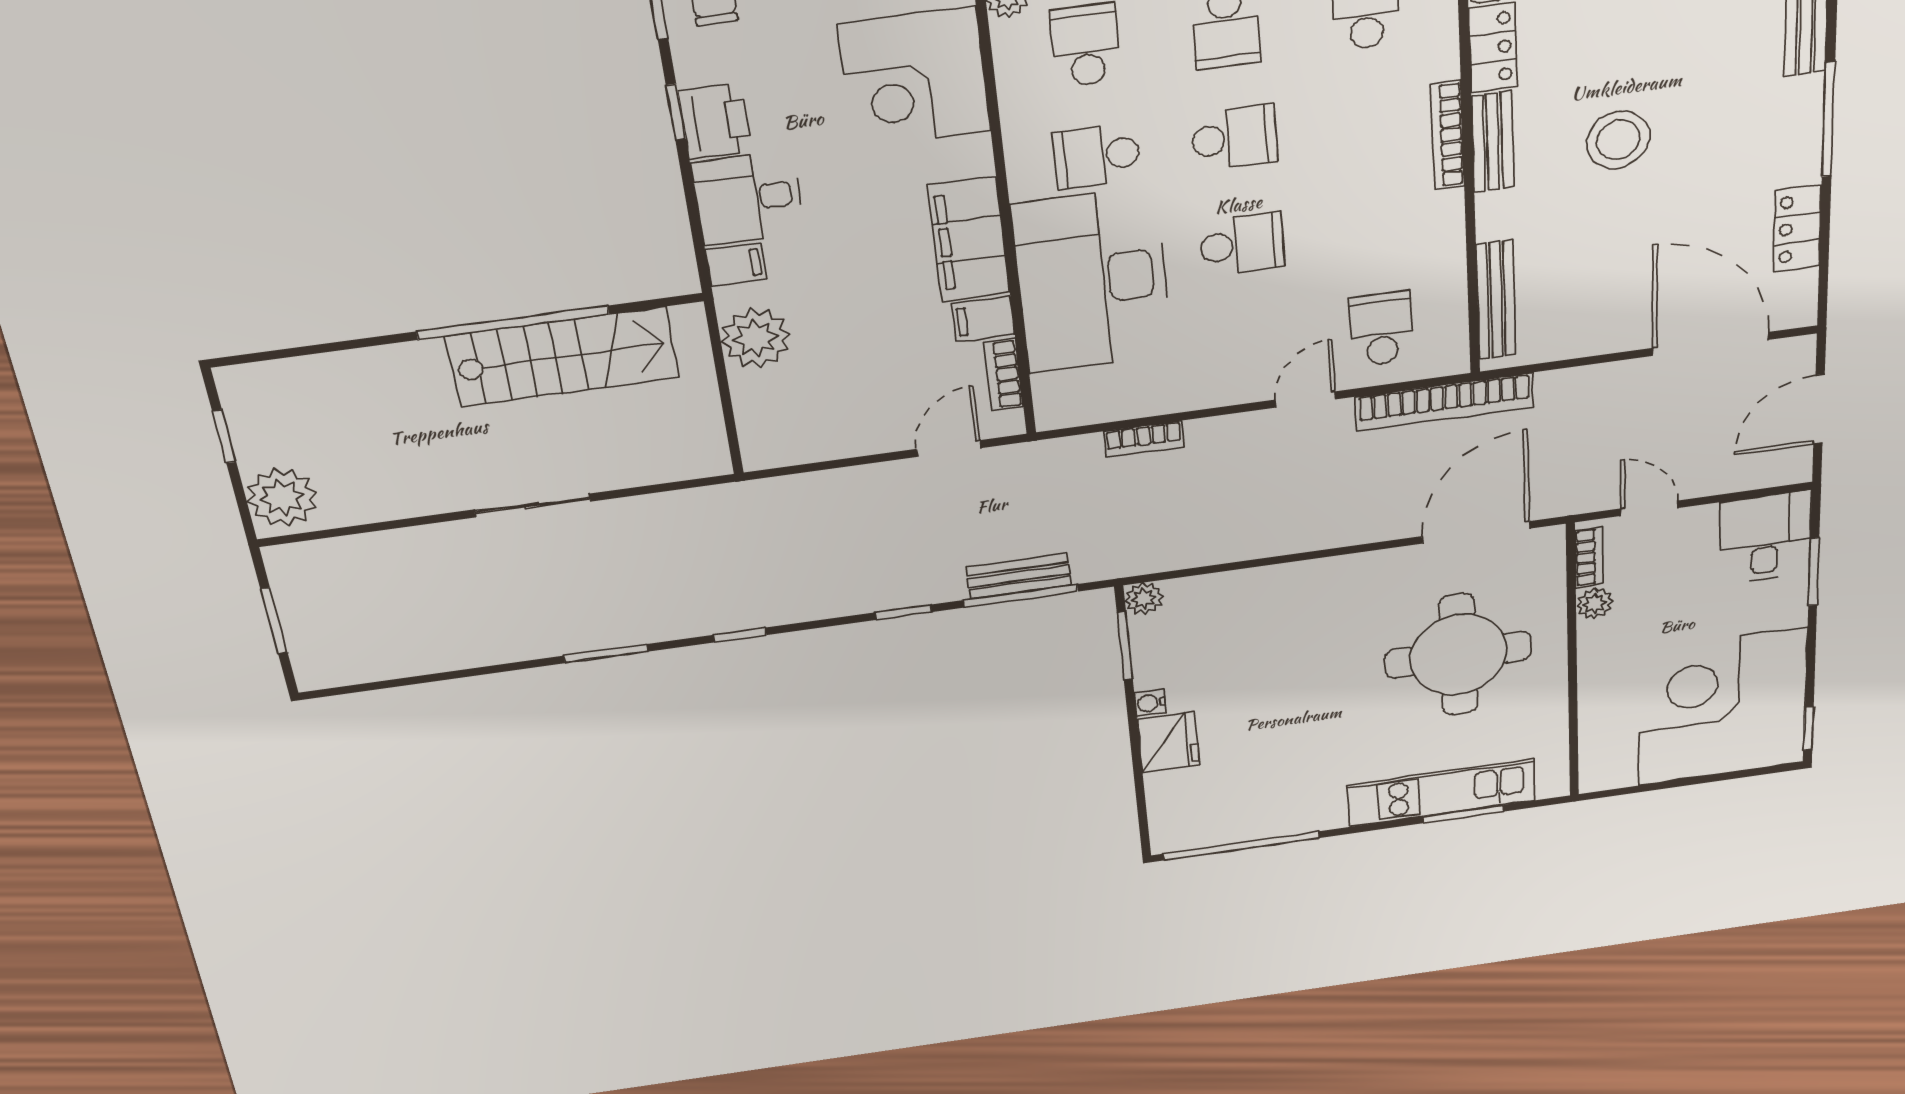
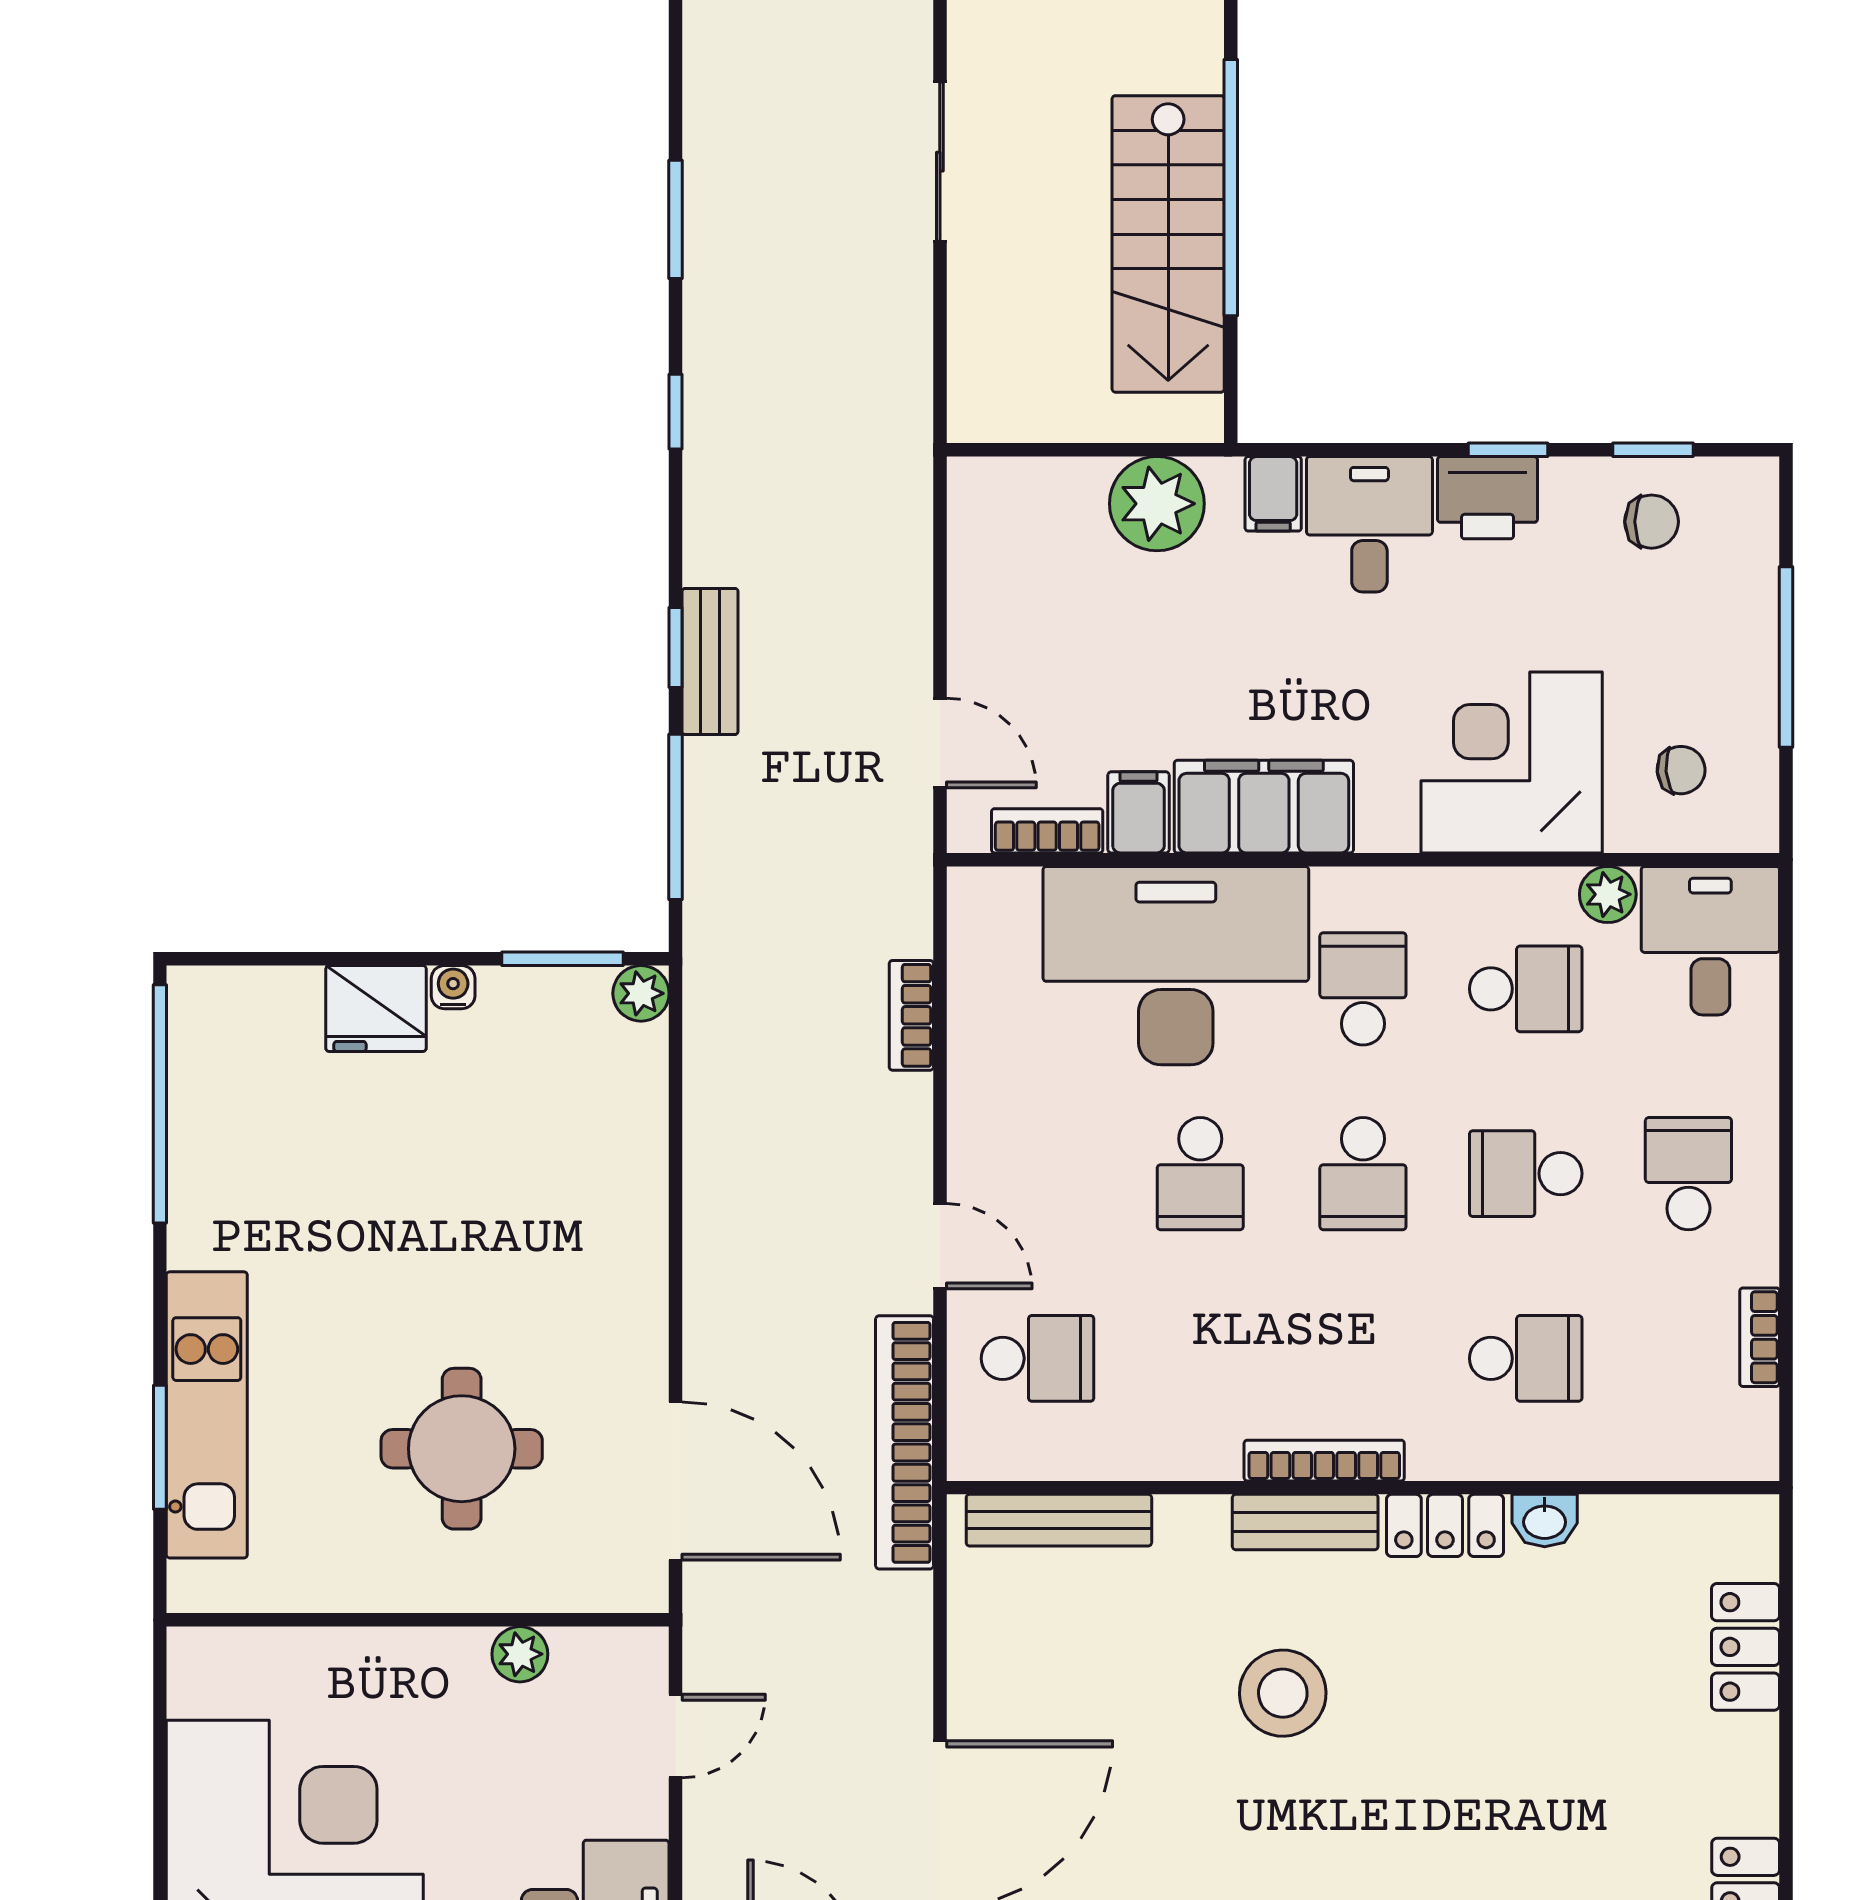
bookcase: (1589, 557) -> (604, 1647), removed
bench: (1019, 576) -> (710, 661), moved
round table: (1458, 655) -> (462, 1449), width x0.73, depth x0.73

